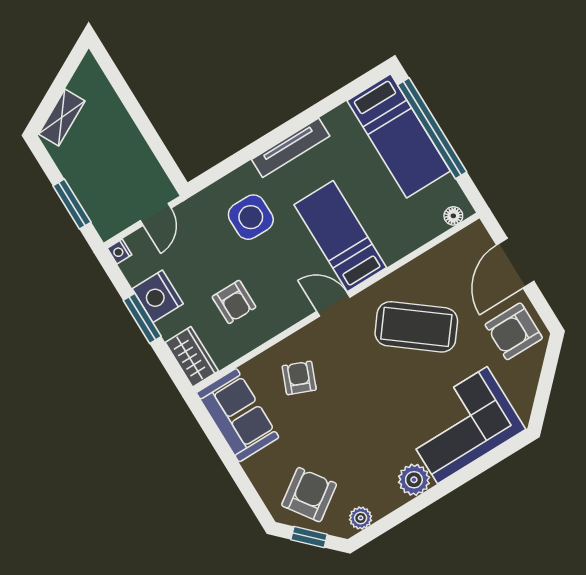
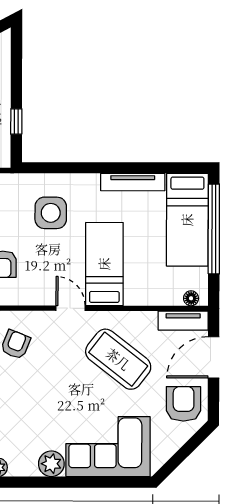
window: (156, 144) -> (16, 121), added
tv unit: (291, 148) -> (133, 182), moved
tv unit: (459, 244) -> (183, 321), added
armchair: (514, 331) -> (184, 404), turned 90

